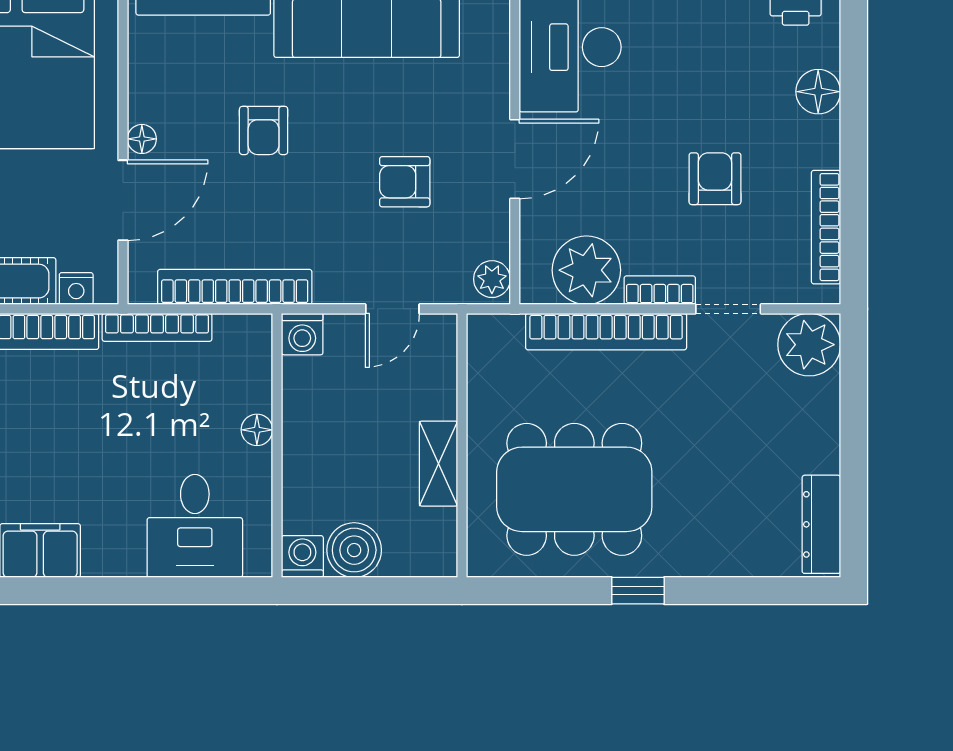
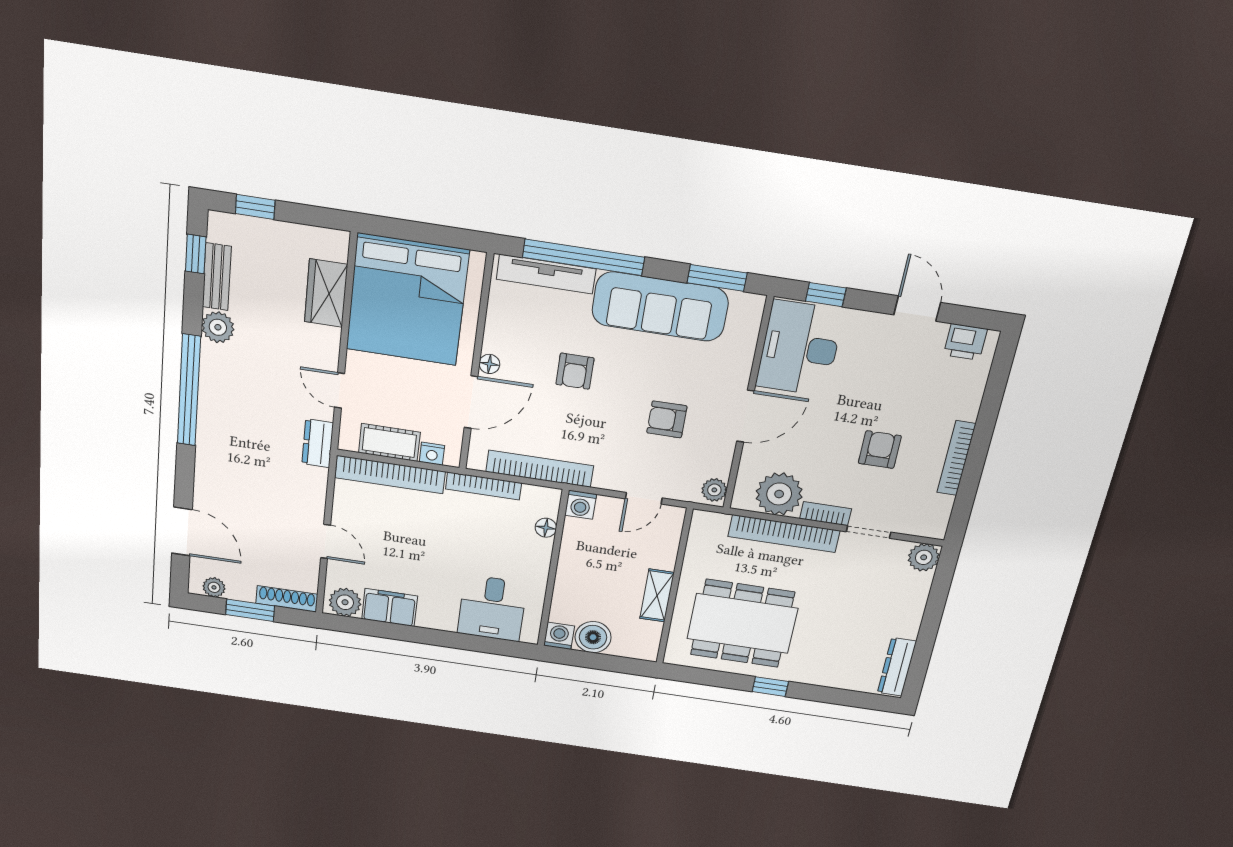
floor lamp: (818, 92) -> (965, 404), removed
bookcase: (826, 227) -> (956, 458), moved
plant: (809, 345) -> (924, 557), width x0.73, depth x0.73
floor lamp: (257, 430) -> (546, 528), moved

